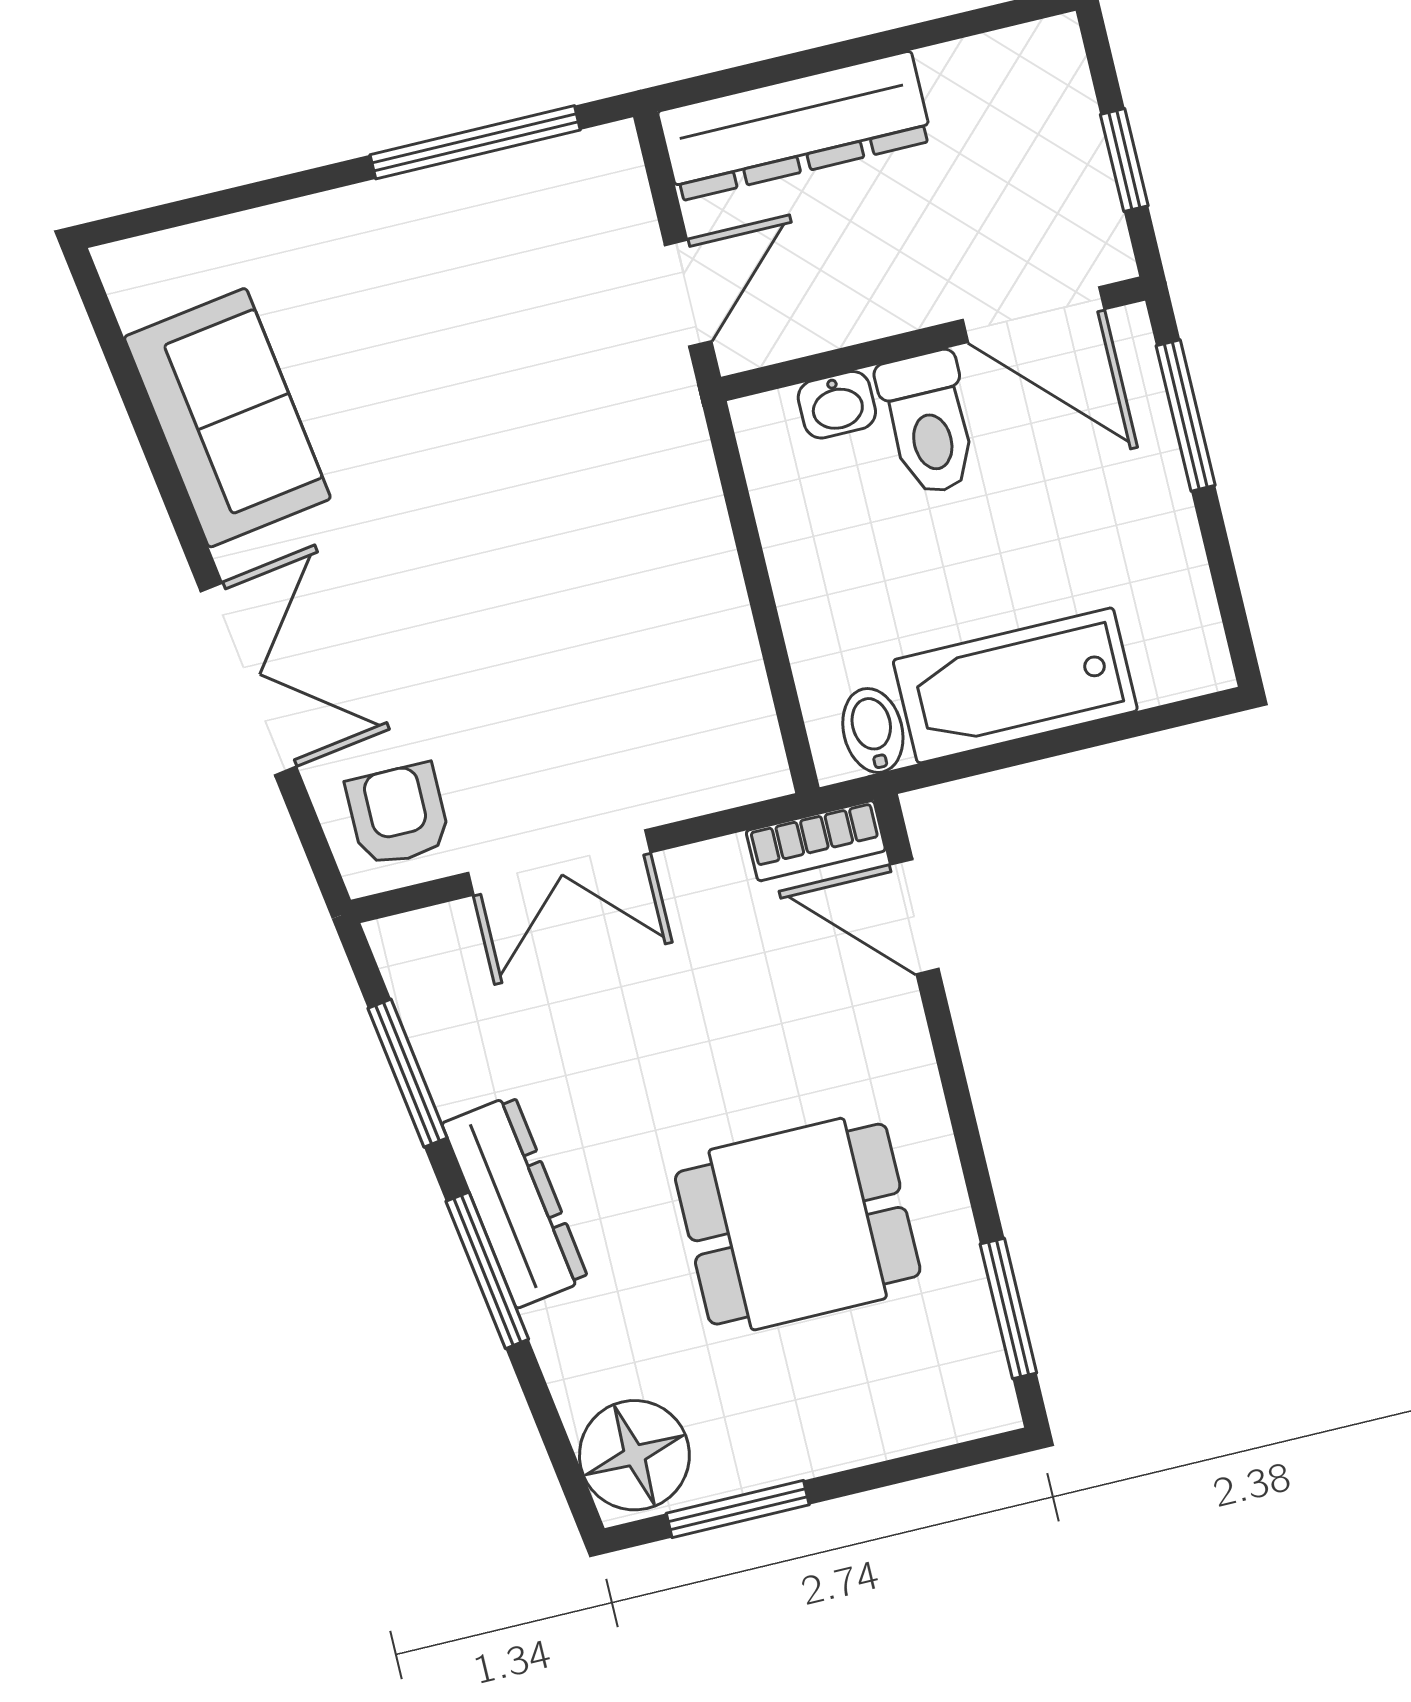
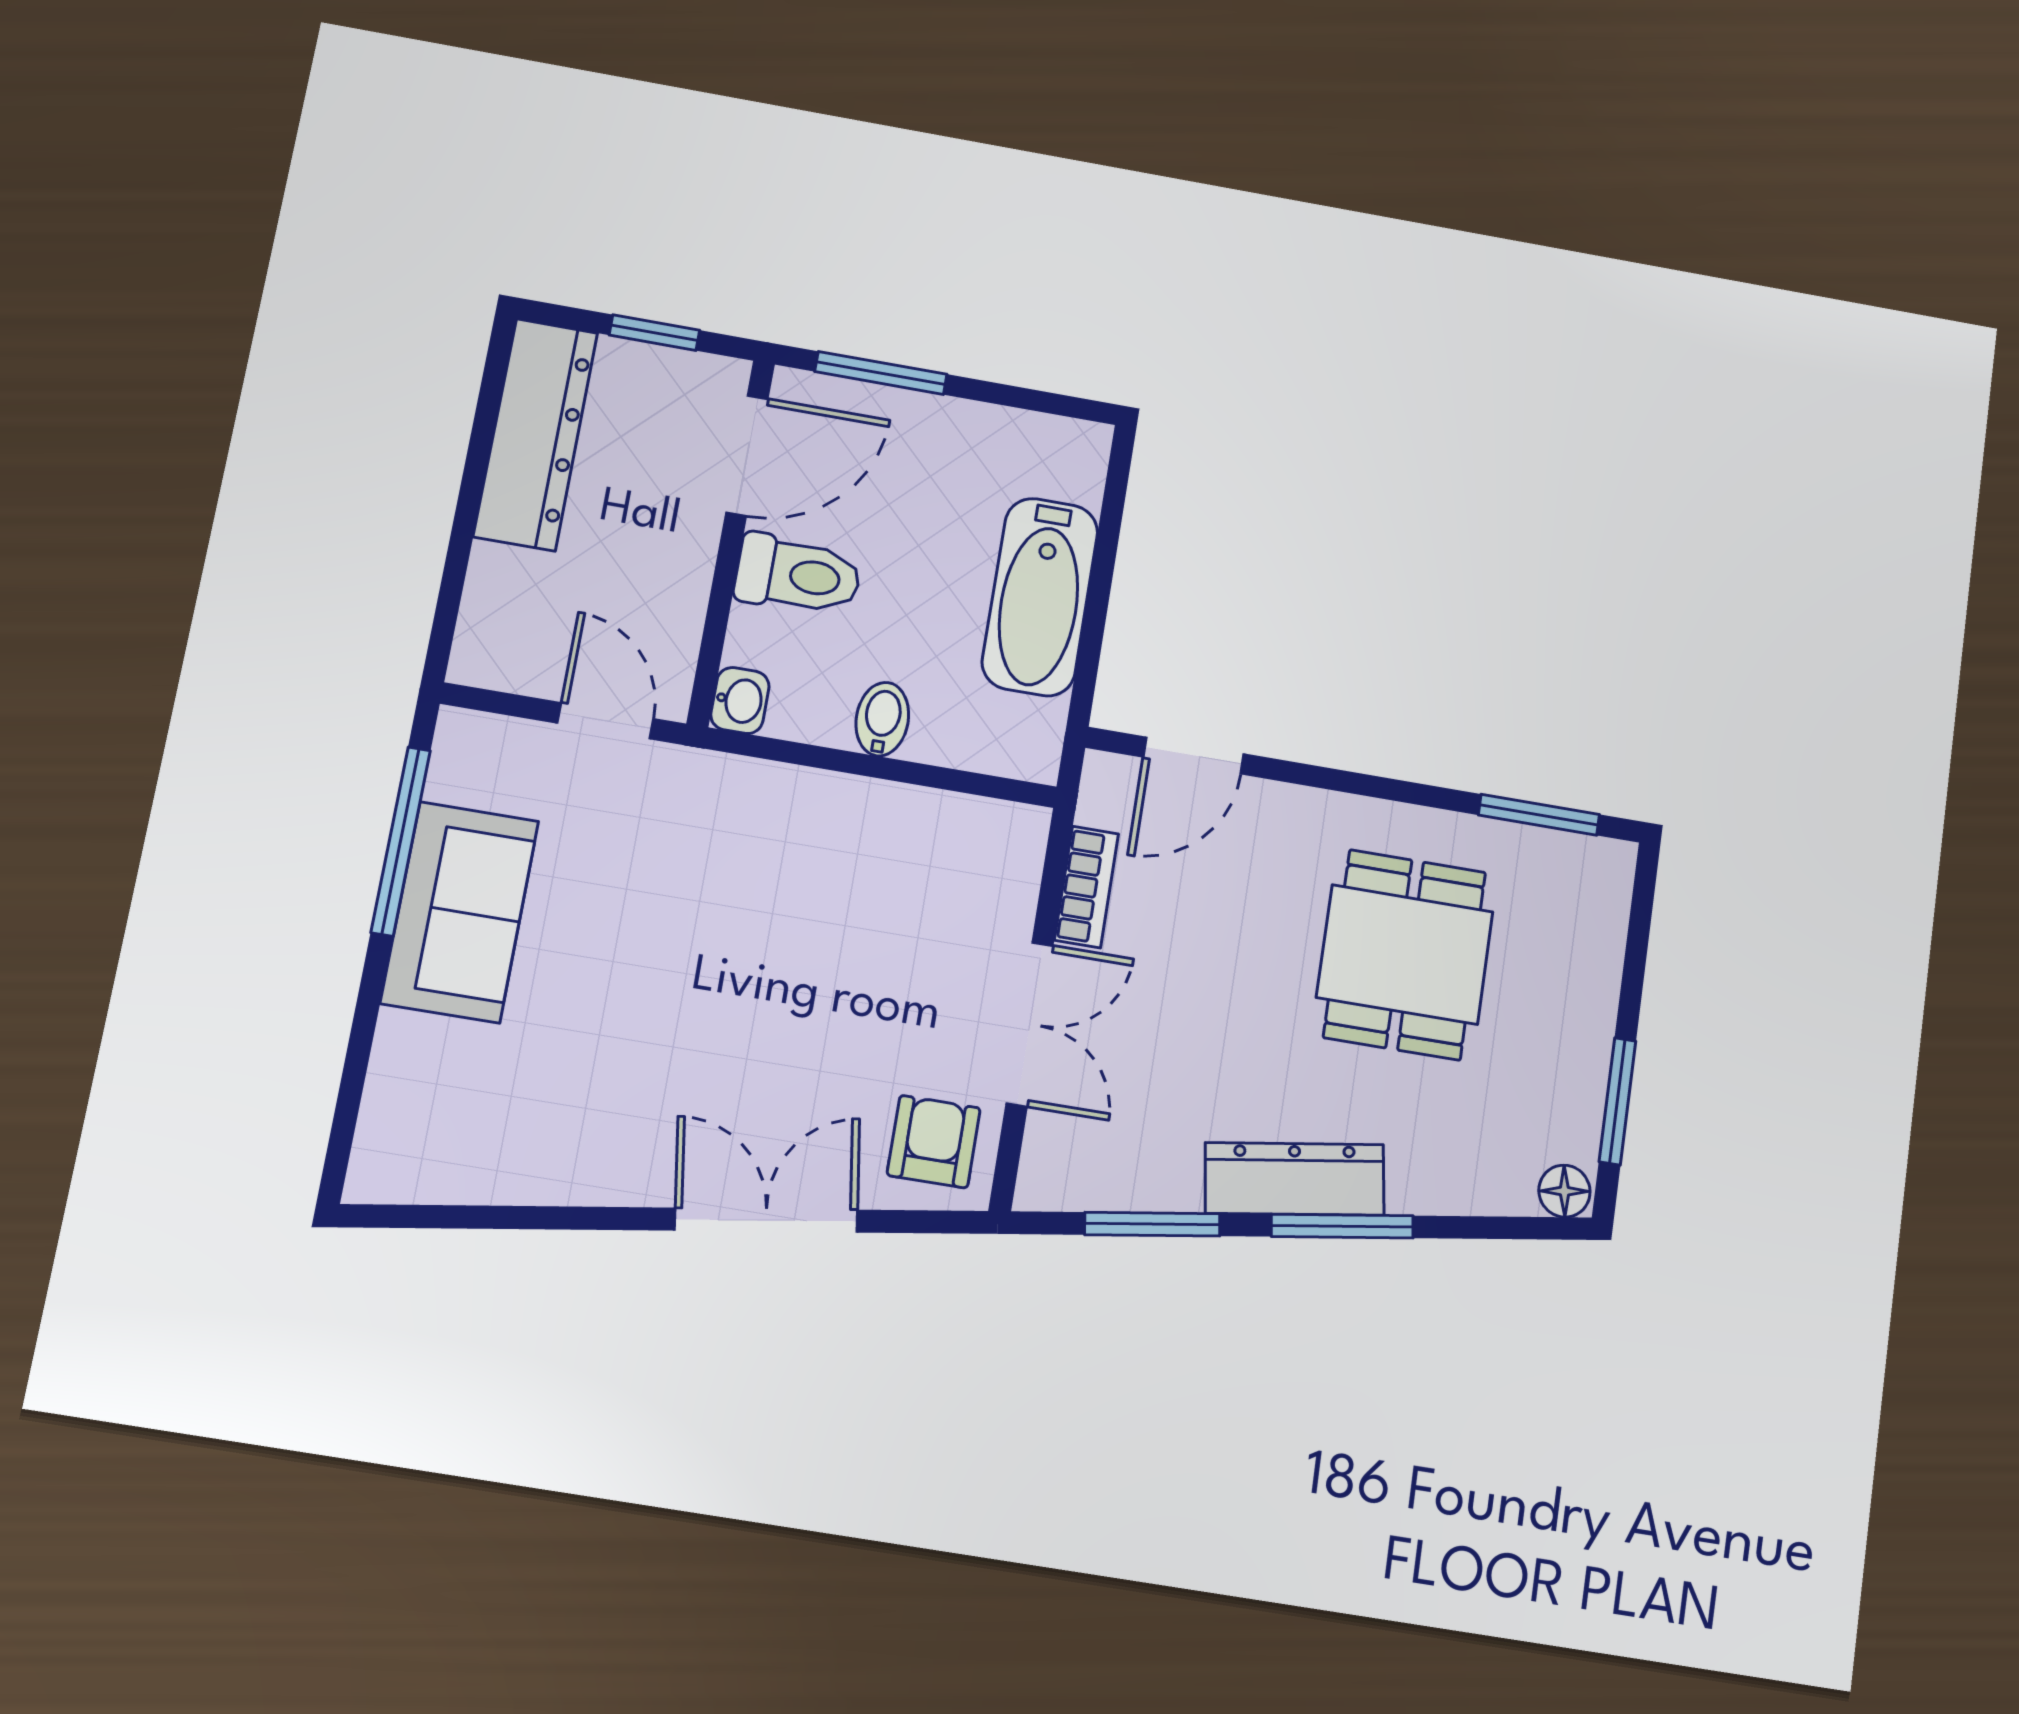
dresser: (795, 126) -> (536, 434), moved
washbasin: (837, 405) -> (740, 701), moved
sofa: (227, 418) -> (460, 912), moved, turned 98
bidet: (873, 730) -> (882, 719), moved, turned 90
armchair: (398, 815) -> (934, 1142), turned 90
bookcase: (816, 841) -> (1086, 887), moved
floor lamp: (634, 1455) -> (1564, 1191), width x0.53, depth x0.53

